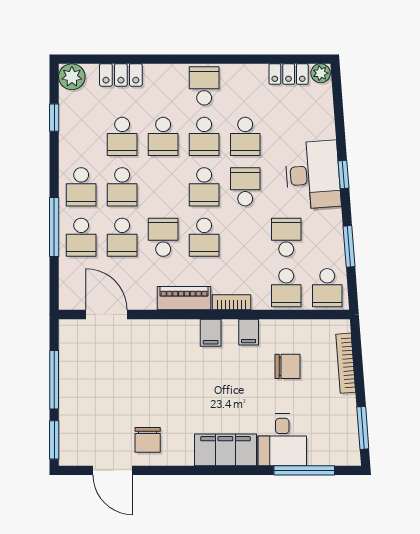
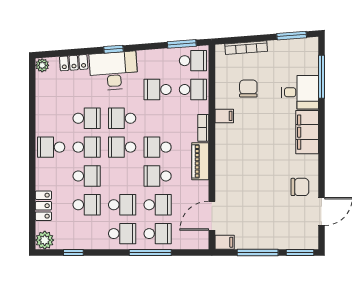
locker: (289, 74) -> (74, 63), moved, turned 86
school desk: (204, 187) -> (122, 147), turned 180
school desk: (204, 237) -> (158, 147), turned 180
window: (349, 246) -> (182, 44), moved
filing cabinet: (211, 333) -> (225, 242), moved

